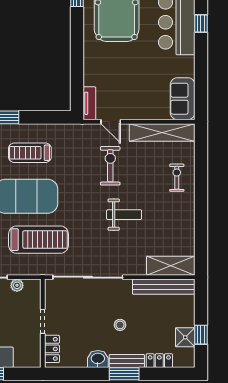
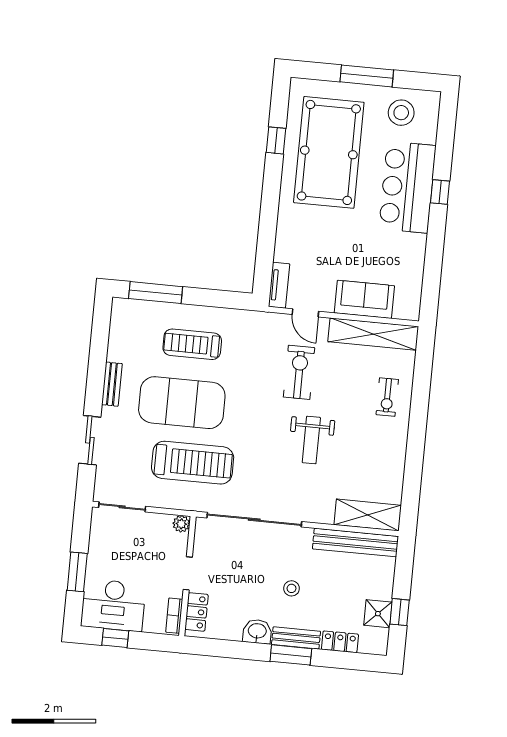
sofa: (183, 99) -> (364, 299), moved, turned 90
exercise bike: (177, 178) -> (387, 397), turned 180
weight bench: (124, 215) -> (311, 440), turned 90
plant: (17, 285) -> (181, 524), moved
bookcase: (36, 353) -> (174, 616), added

